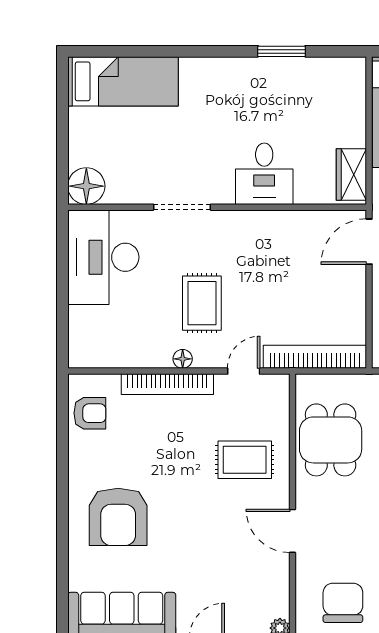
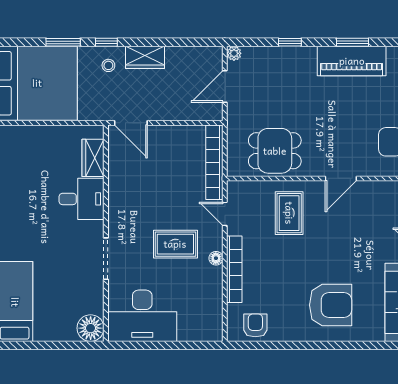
wardrobe: (351, 174) -> (93, 158), moved, turned 90

